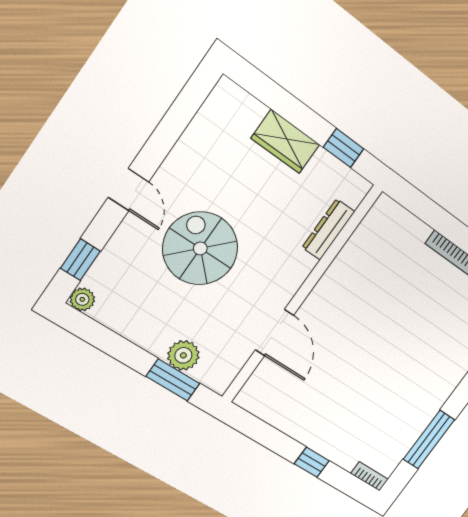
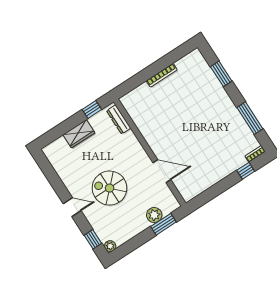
dresser: (328, 229) -> (119, 119), moved
window: (312, 462) -> (246, 171), moved

